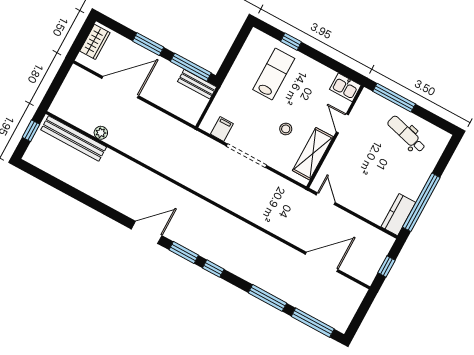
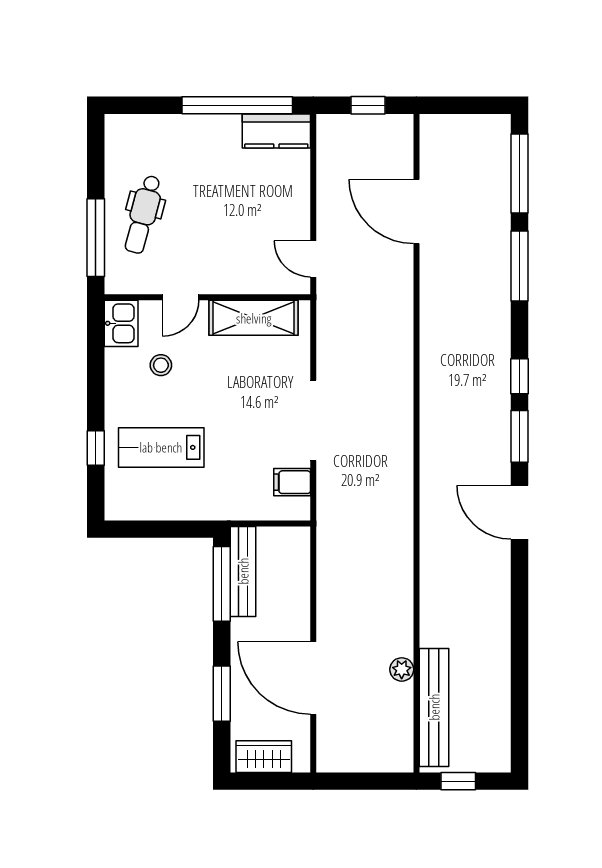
window: (148, 44) -> (222, 694), moved
bench: (197, 84) -> (243, 571), width x1.36
stool: (286, 129) -> (161, 365), moved
dental chair: (406, 134) -> (143, 214), moved
door: (326, 199) -> (313, 259), hinge flipped

